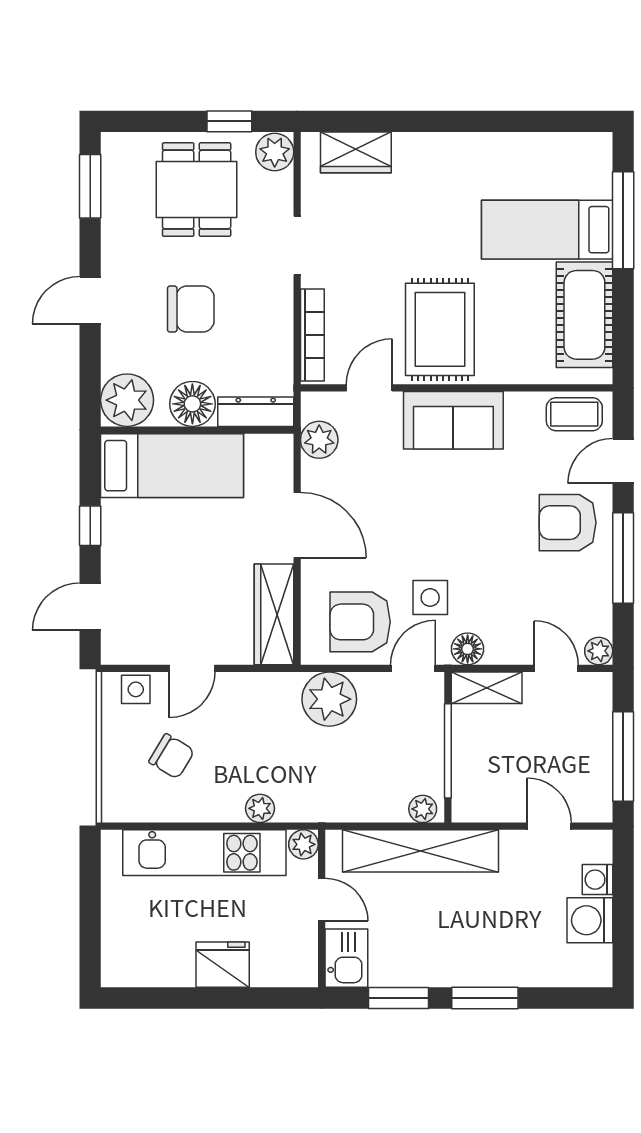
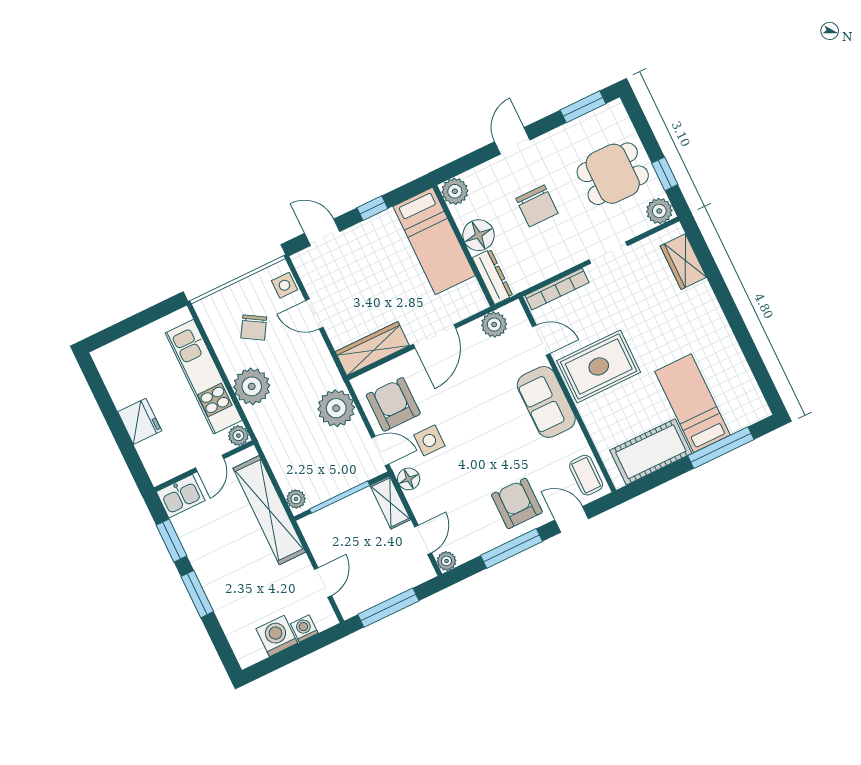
door: (90, 300) -> (512, 141), hinge flipped
plant: (127, 400) -> (455, 191), width x0.73, depth x0.73
plant: (260, 808) -> (252, 386), width x1.88, depth x1.88

